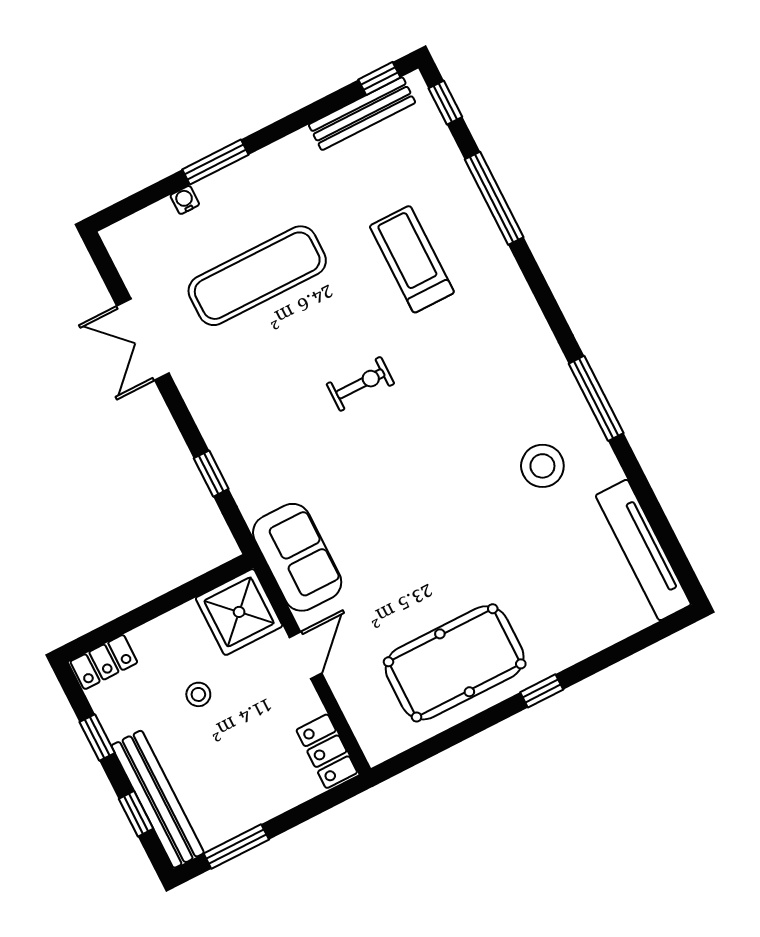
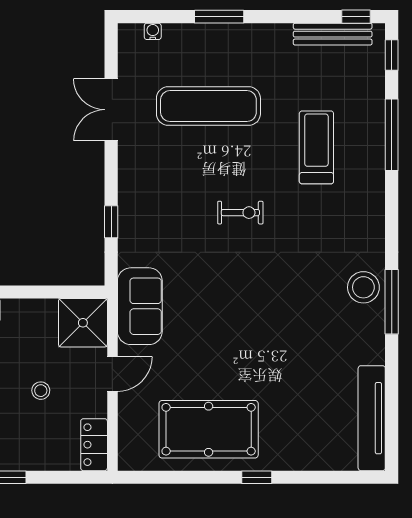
water cooler: (185, 200) -> (153, 31), moved
stool: (542, 466) -> (363, 287), moved
stool: (198, 694) -> (41, 391), moved

